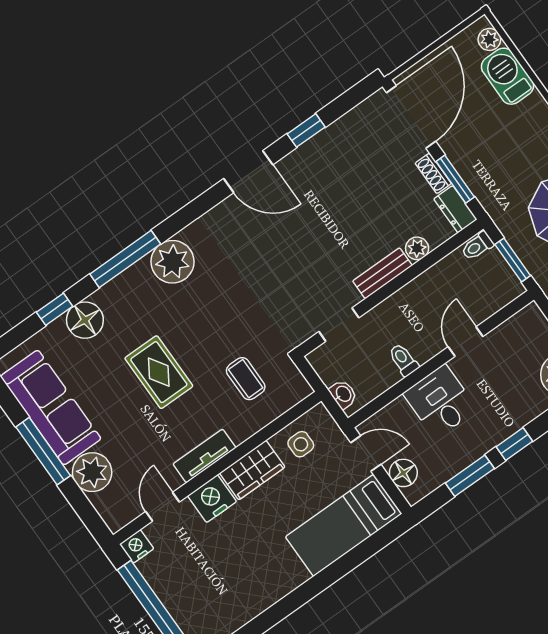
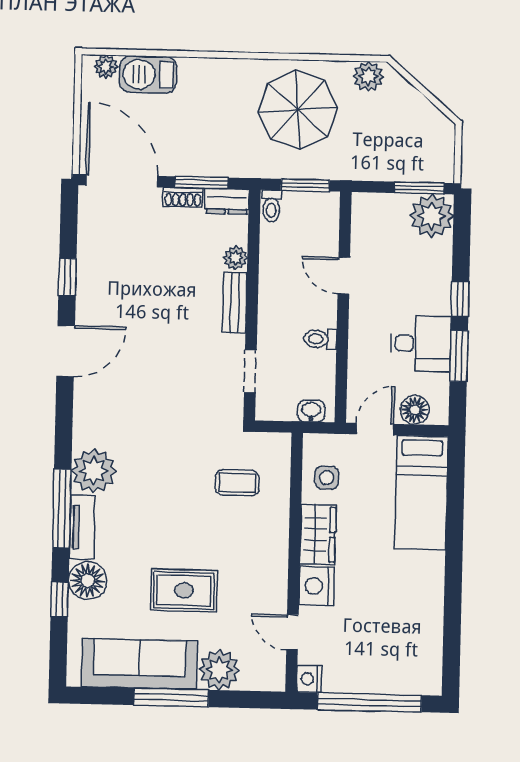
rug: (159, 372) -> (184, 591), moved
desk: (440, 401) -> (420, 344), moved, turned 180
tv unit: (205, 456) -> (82, 527), moved, turned 180

